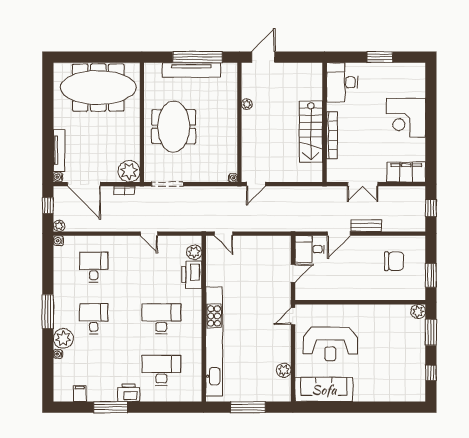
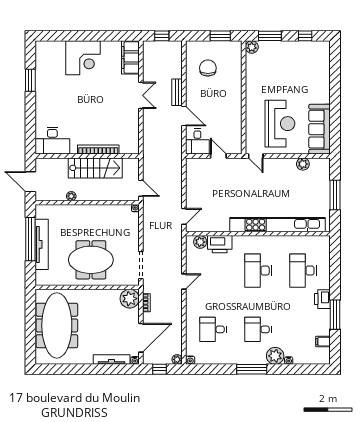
desk: (342, 82) -> (52, 141), moved
wall: (325, 122) -> (87, 156), moved
stairs: (311, 132) -> (95, 168), moved
bookcase: (332, 135) -> (98, 150), moved

